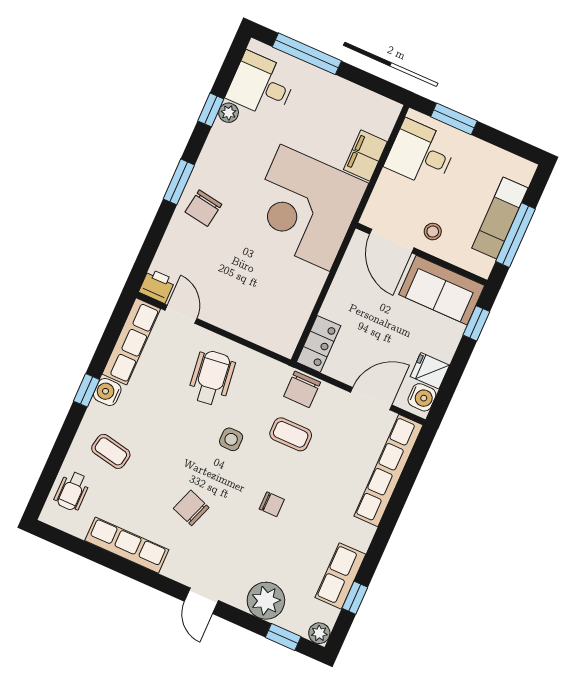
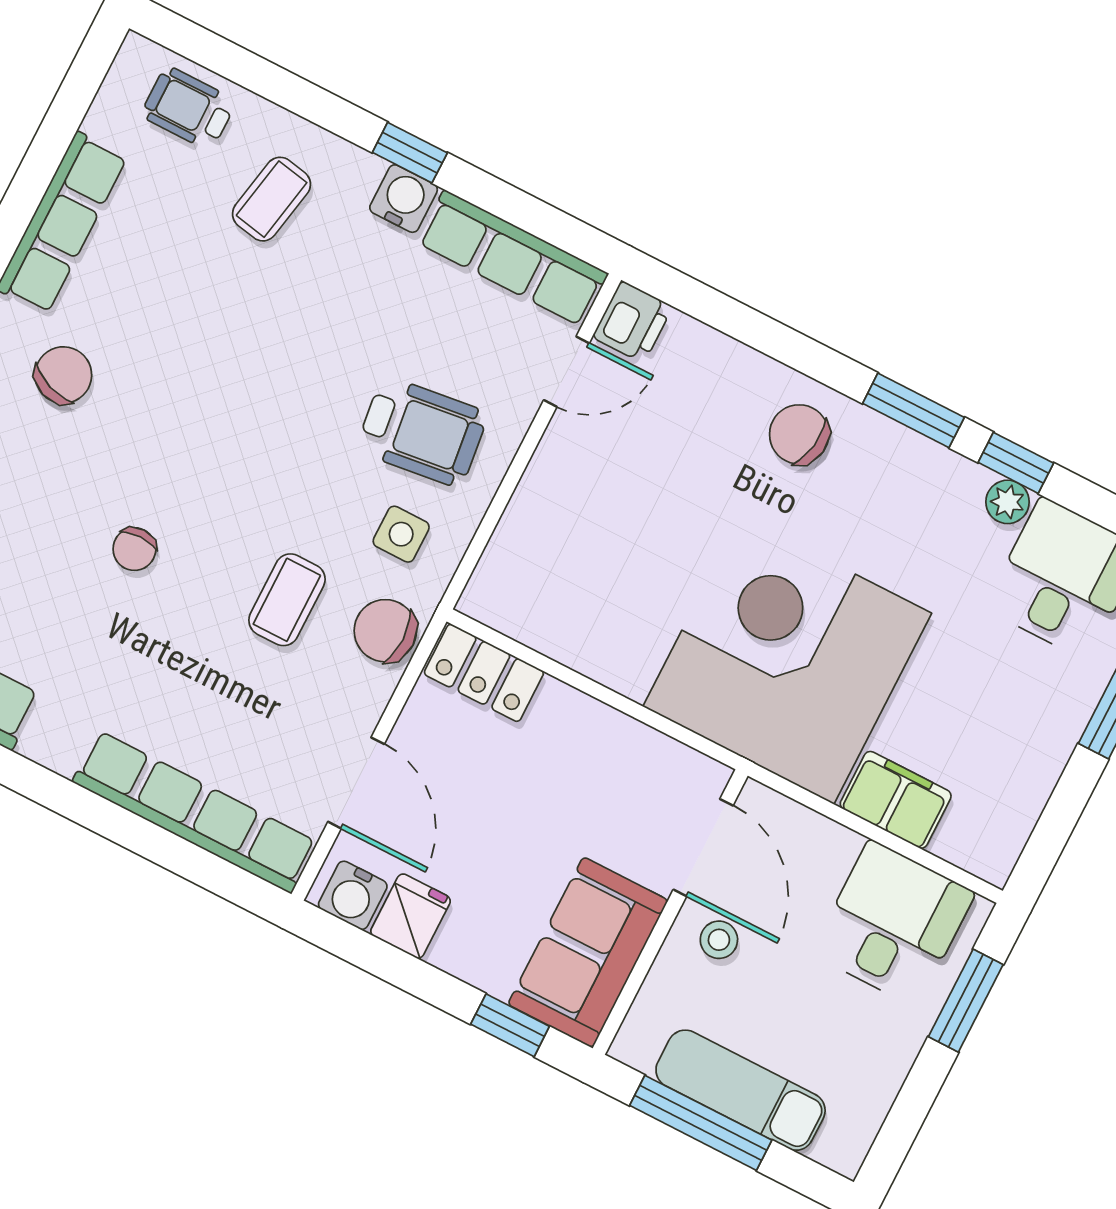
window: (179, 182) -> (913, 410), moved
door: (392, 241) -> (703, 848), swing flipped
side table: (231, 439) -> (401, 534), moved
chair: (191, 508) -> (63, 375), moved

